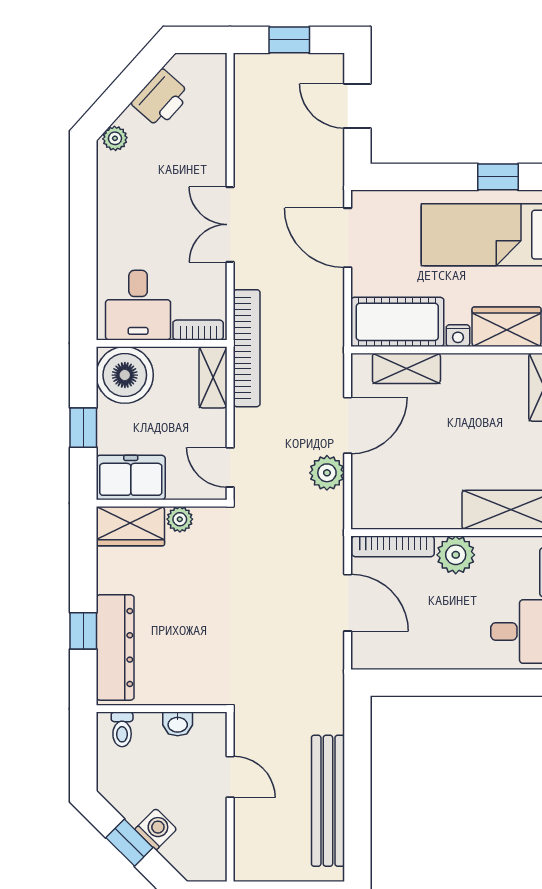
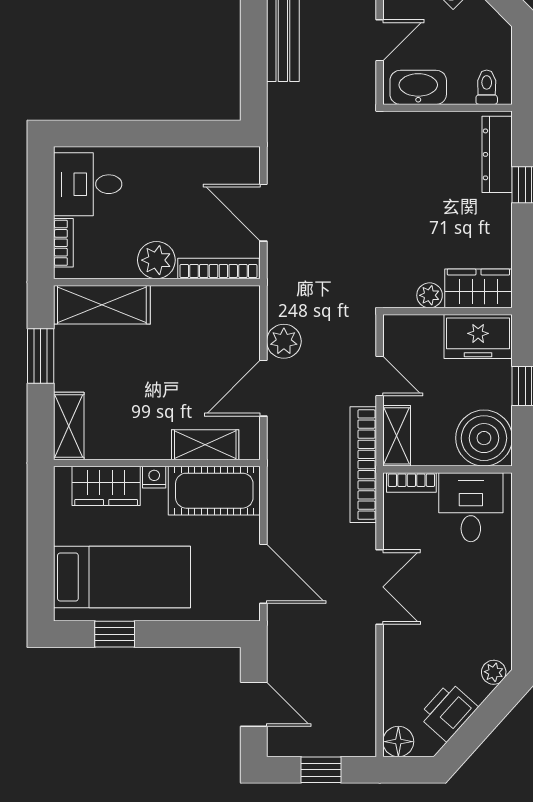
floor lamp: (211, 68) -> (398, 742), added
door: (230, 467) -> (380, 376), moved
dresser: (115, 647) -> (497, 154), width x0.73, depth x0.80
washbasin: (178, 724) -> (418, 87), width x1.91, depth x1.45
door: (230, 777) -> (380, 40), swing flipped

